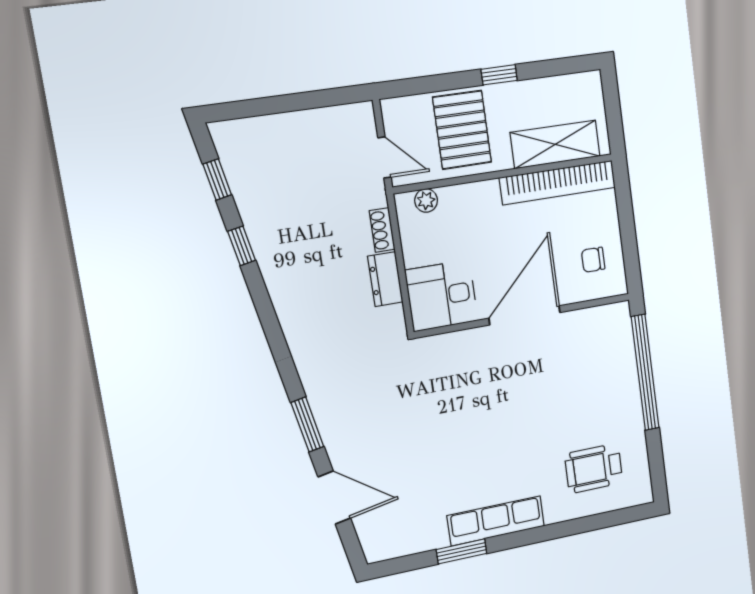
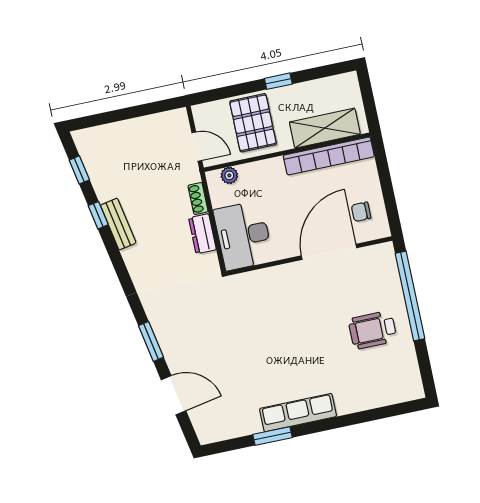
bench: (269, 260) -> (118, 224), added
desk: (442, 296) -> (243, 236), width x1.37
door: (525, 315) -> (329, 252), moved
wheelchair: (594, 468) -> (373, 330), moved

